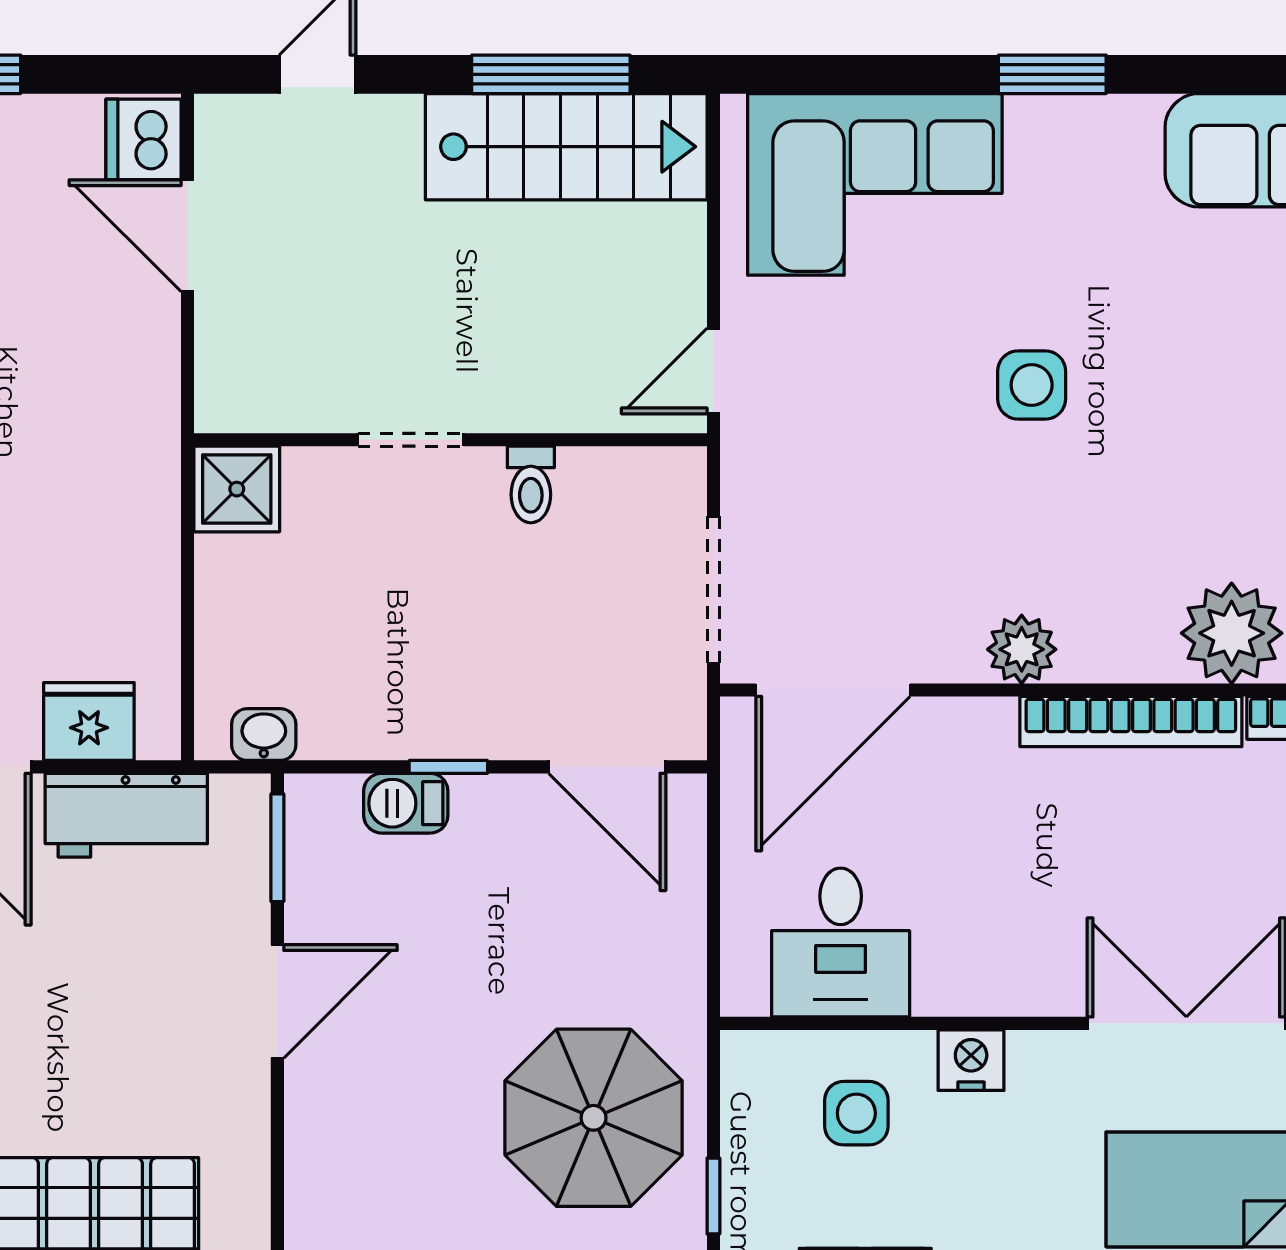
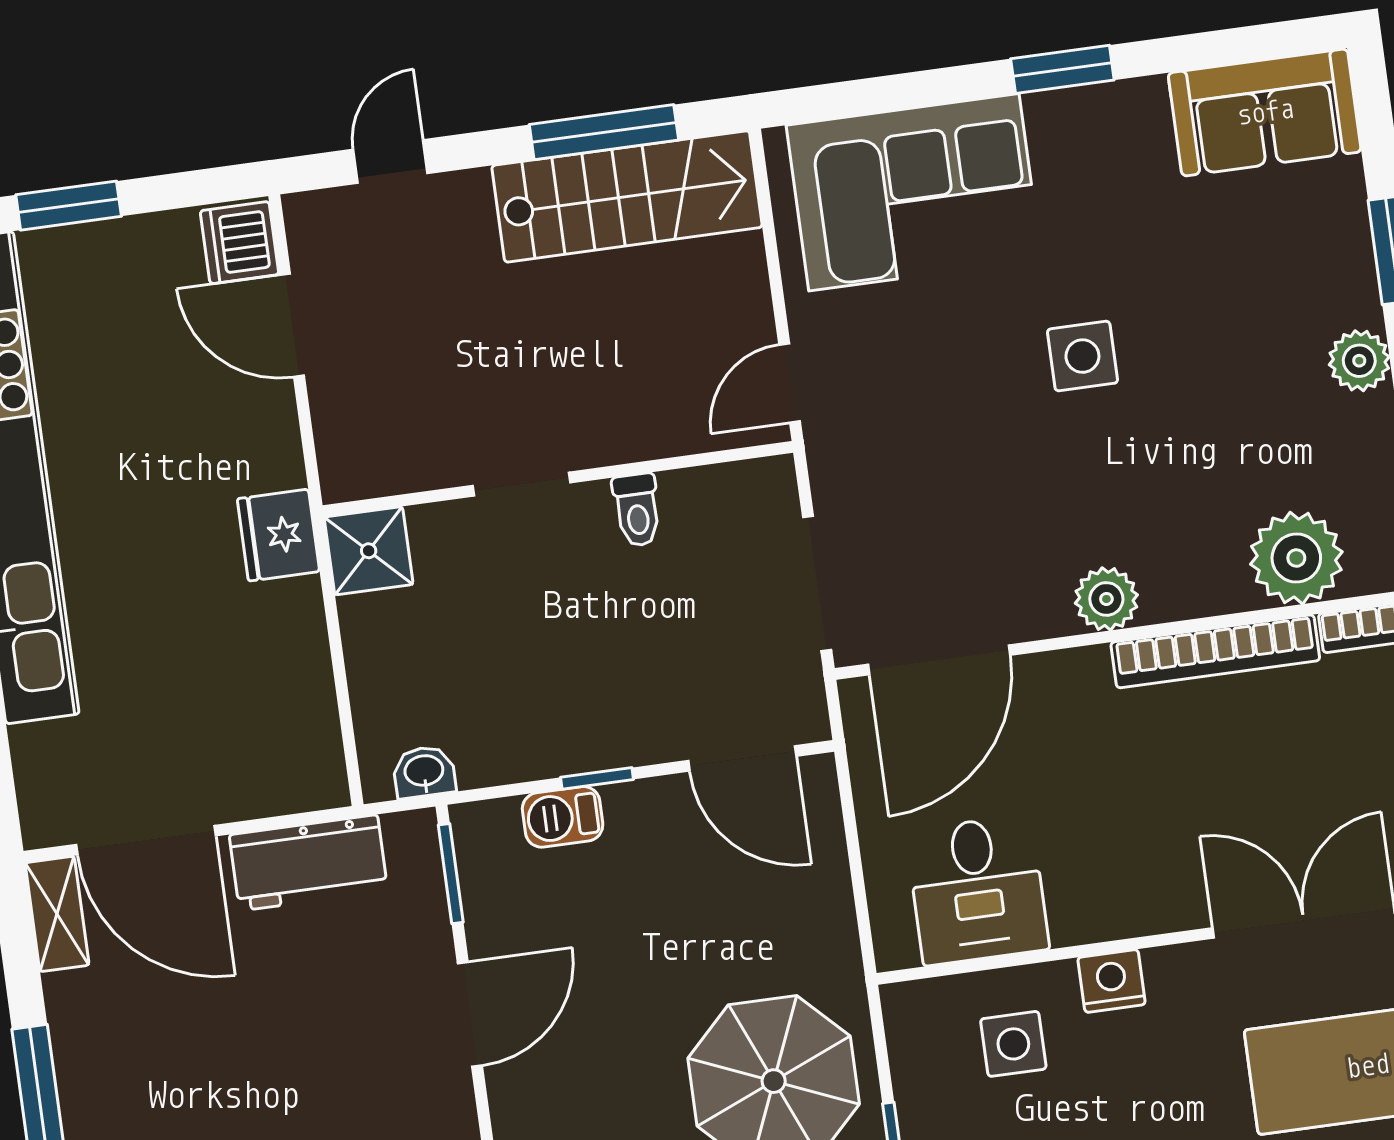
fridge: (89, 722) -> (278, 535), moved, turned -90

